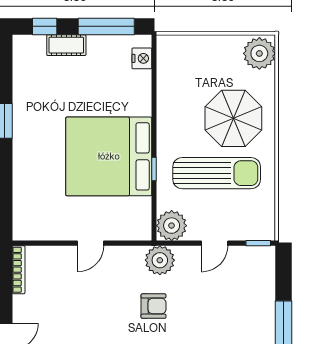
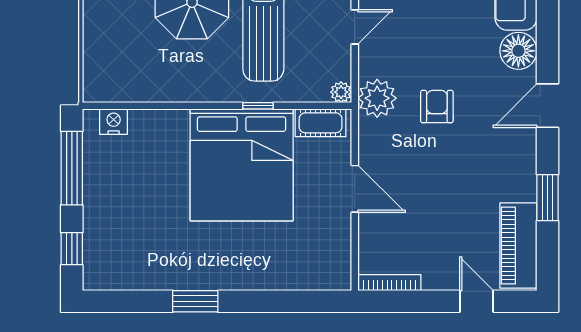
cot: (66, 45) -> (321, 123), moved, turned 90
plant: (172, 226) -> (341, 92), width x0.53, depth x0.53
door: (90, 243) -> (355, 189), width x1.38
door: (215, 243) -> (355, 27), hinge flipped

